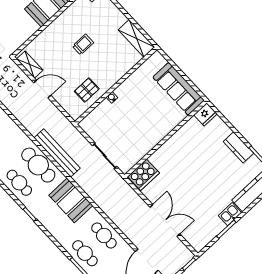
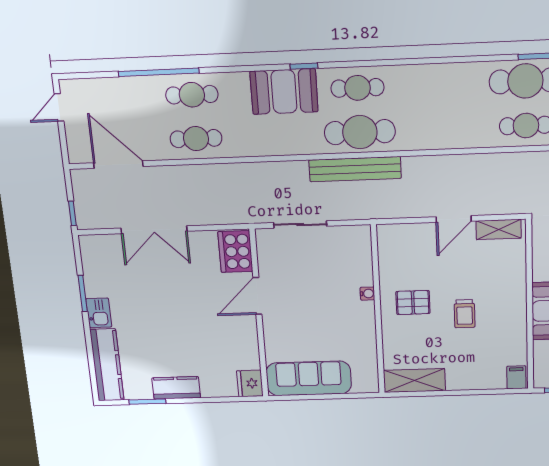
pallet: (87, 90) -> (413, 302), moved, turned 90
door: (157, 147) -> (257, 296), added
booth: (71, 200) -> (284, 92), moved

